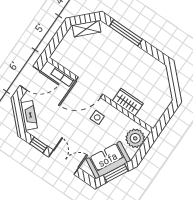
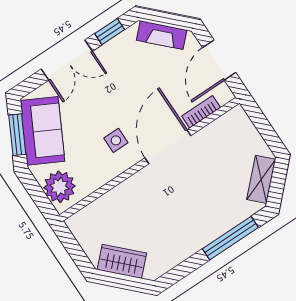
wardrobe: (128, 102) -> (122, 261), moved, turned -135

